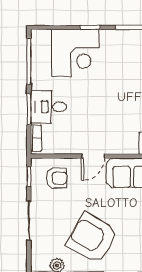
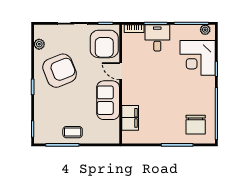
plant: (37, 43) -> (205, 30), added
armchair: (57, 178) -> (104, 44), width x1.88, depth x1.88
armchair: (92, 238) -> (60, 71), turned 38

